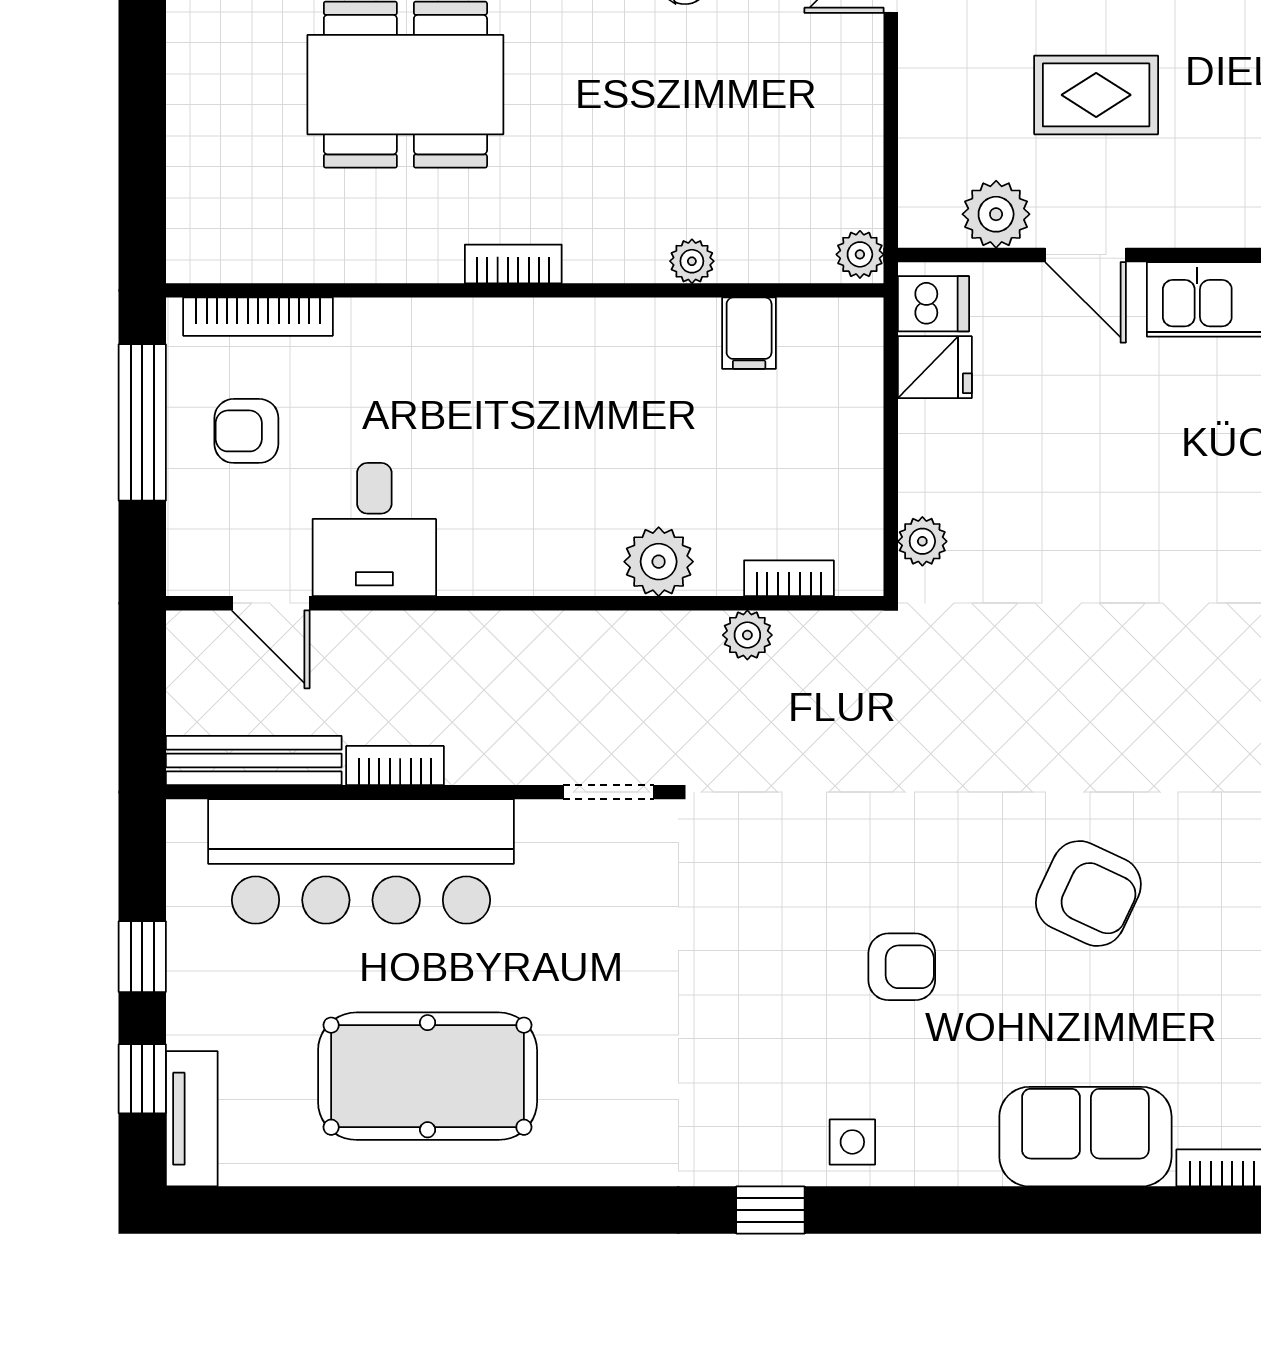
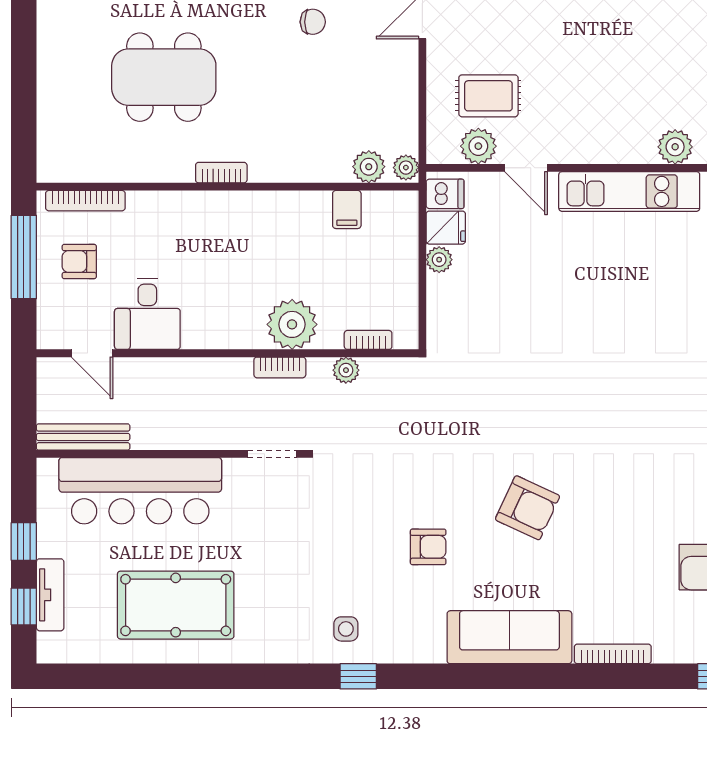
rug: (1096, 95) -> (488, 96), moved
plant: (692, 261) -> (369, 167), moved, width x1.38, depth x1.38
plant: (922, 541) -> (439, 260), moved
plant: (659, 562) -> (292, 324), width x1.36, depth x1.36
bookcase: (395, 766) -> (280, 367), moved, turned 180
tv unit: (192, 1119) -> (50, 595), moved
sofa: (1085, 1137) -> (509, 637), width x1.36
side table: (852, 1142) -> (346, 629), moved

